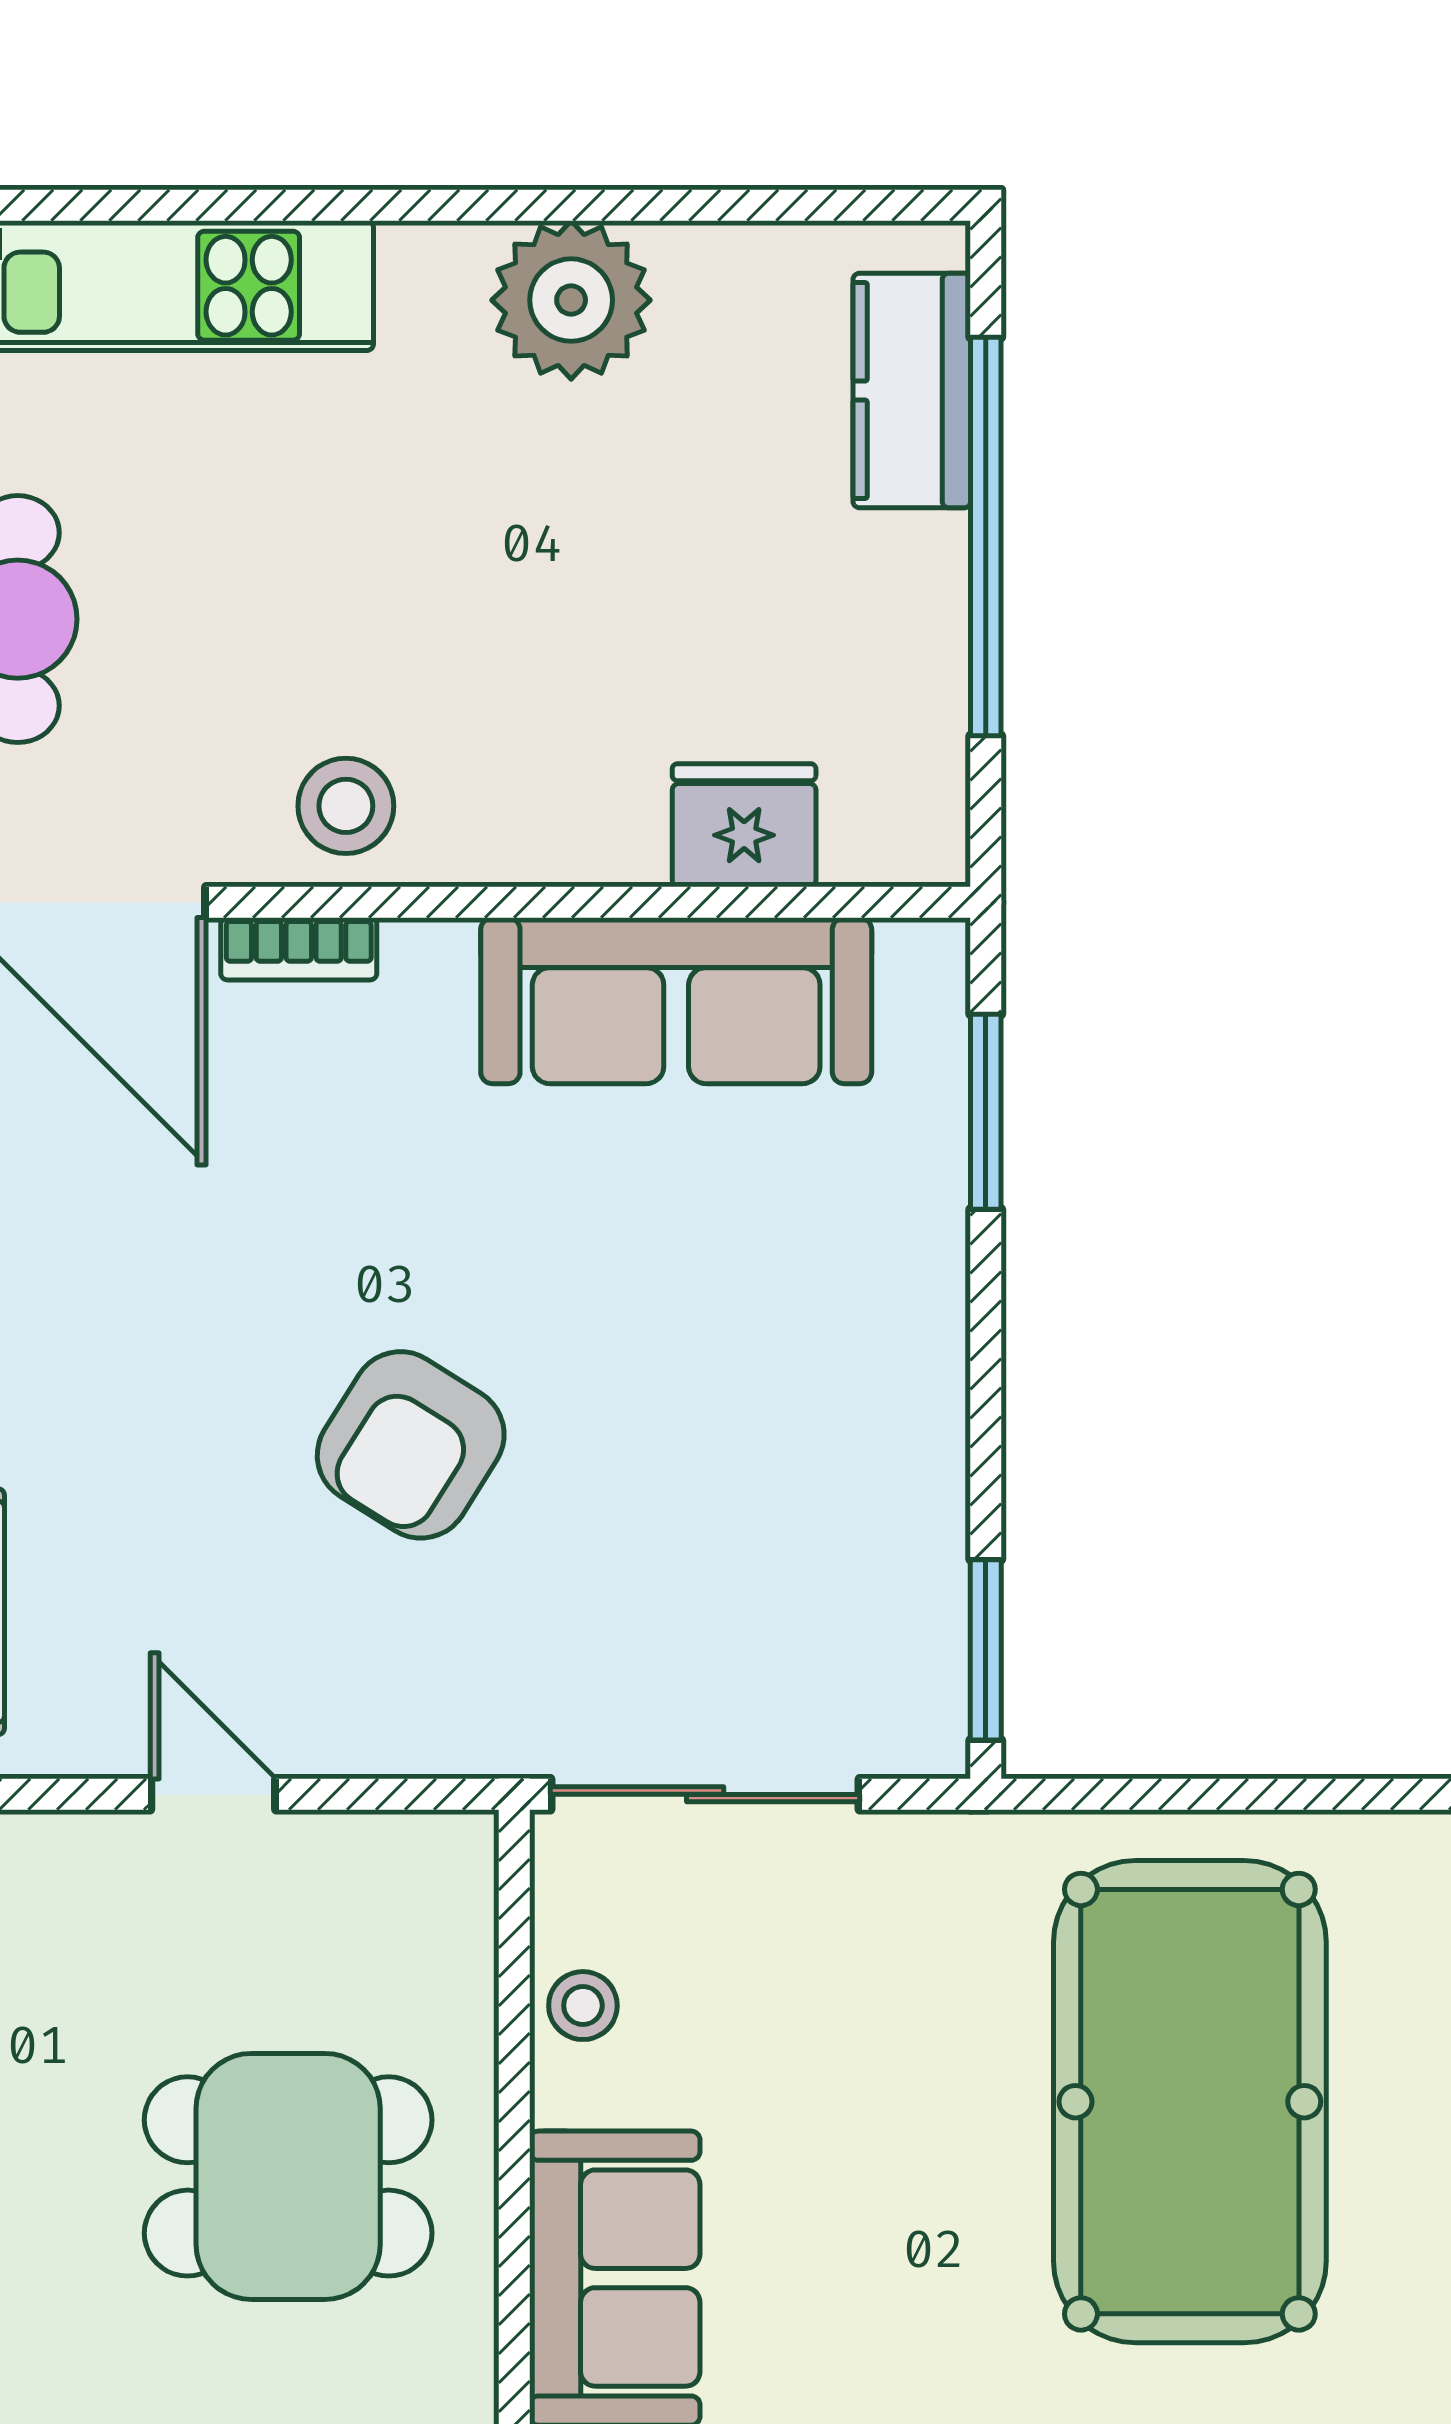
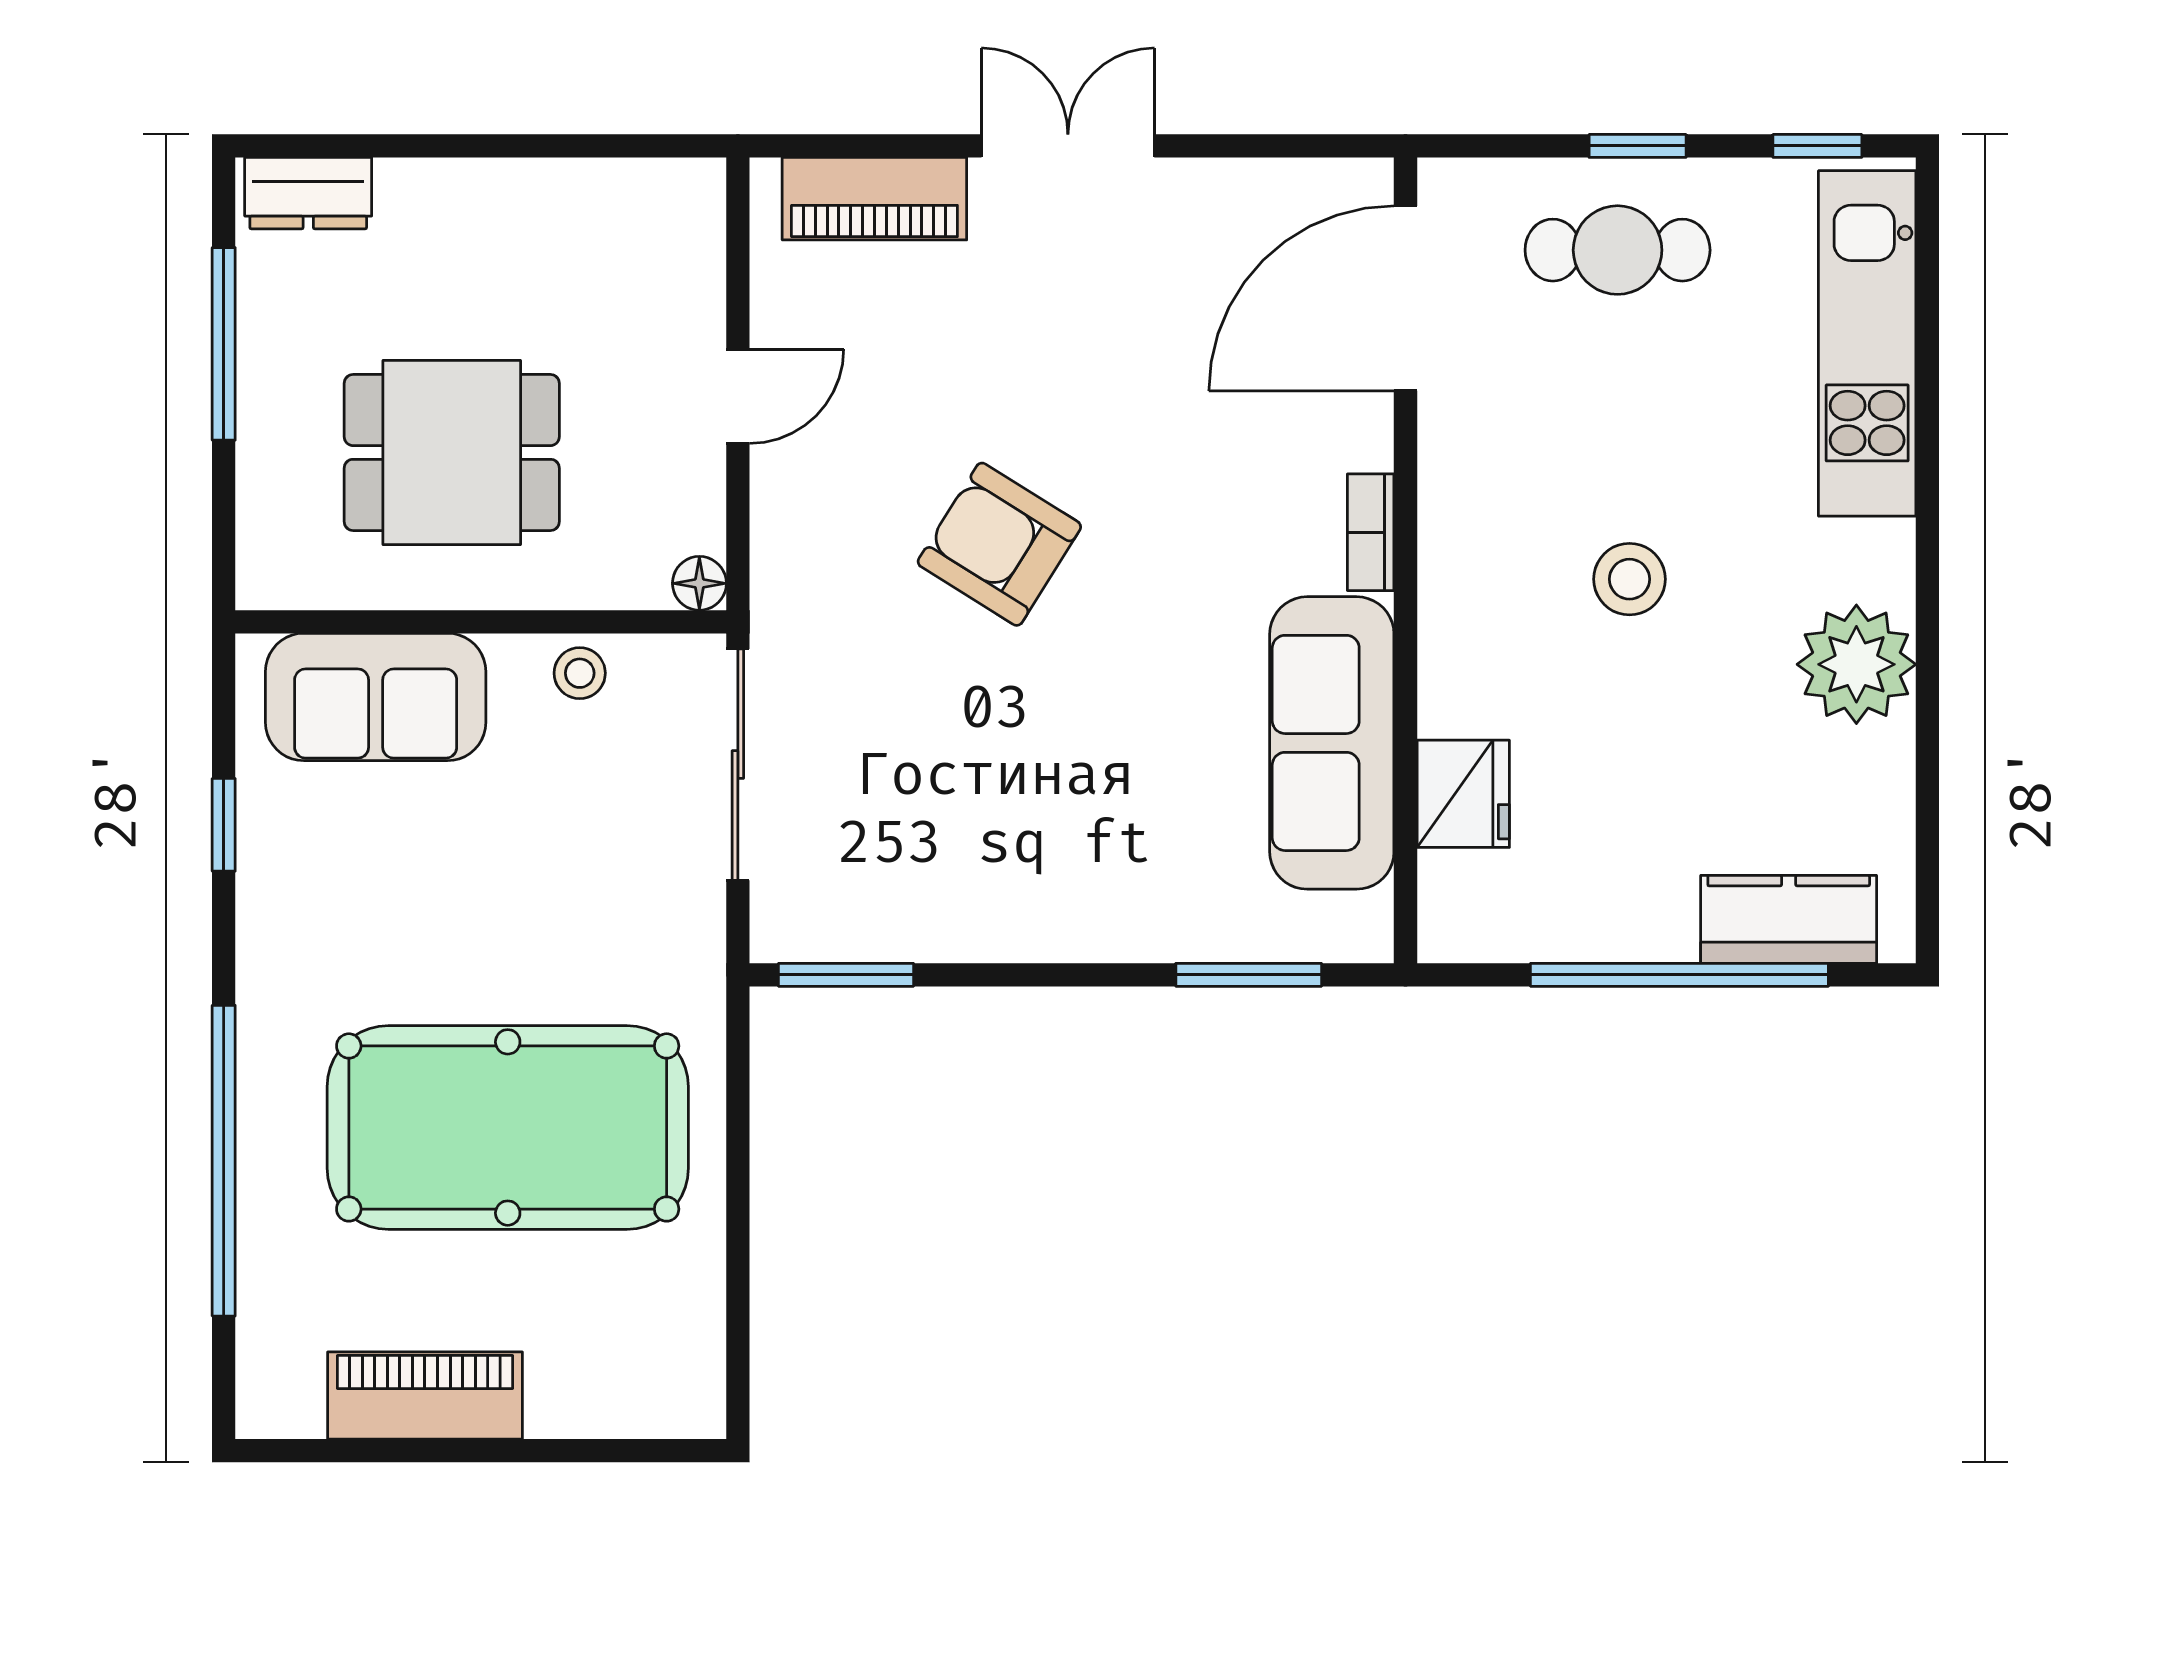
stool: (346, 806) -> (1629, 579), moved
bookcase: (299, 949) -> (1371, 532), moved
floor lamp: (463, 1846) -> (699, 583), added
dining table: (288, 2176) -> (452, 452), turned 90

